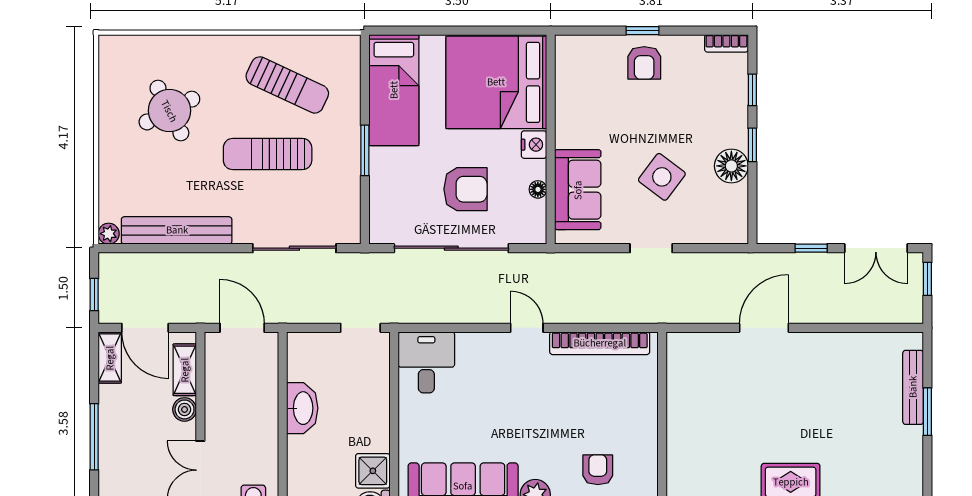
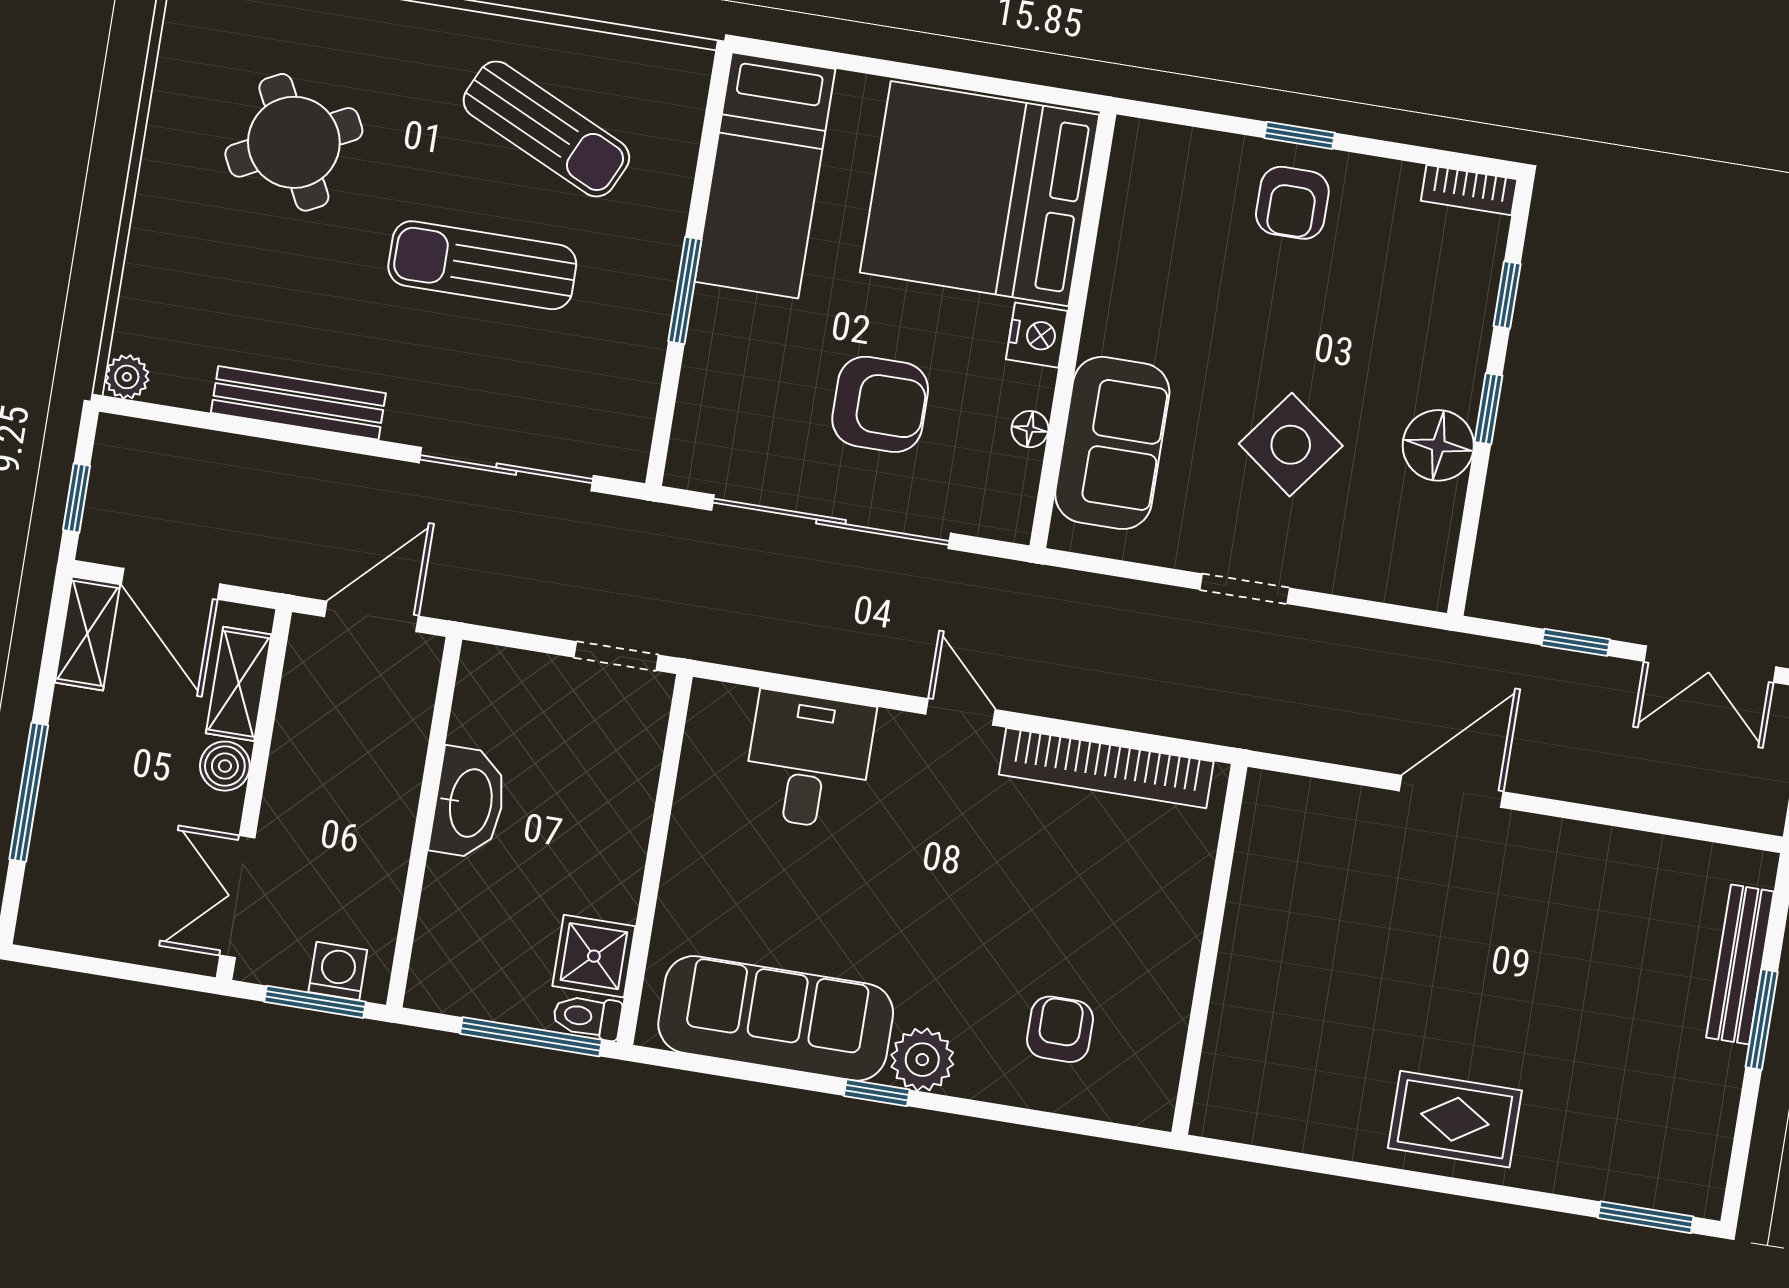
bench: (177, 230) -> (298, 403), width x0.73, depth x0.82
door: (242, 328) -> (371, 616), hinge flipped
desk: (426, 362) -> (809, 760), moved

